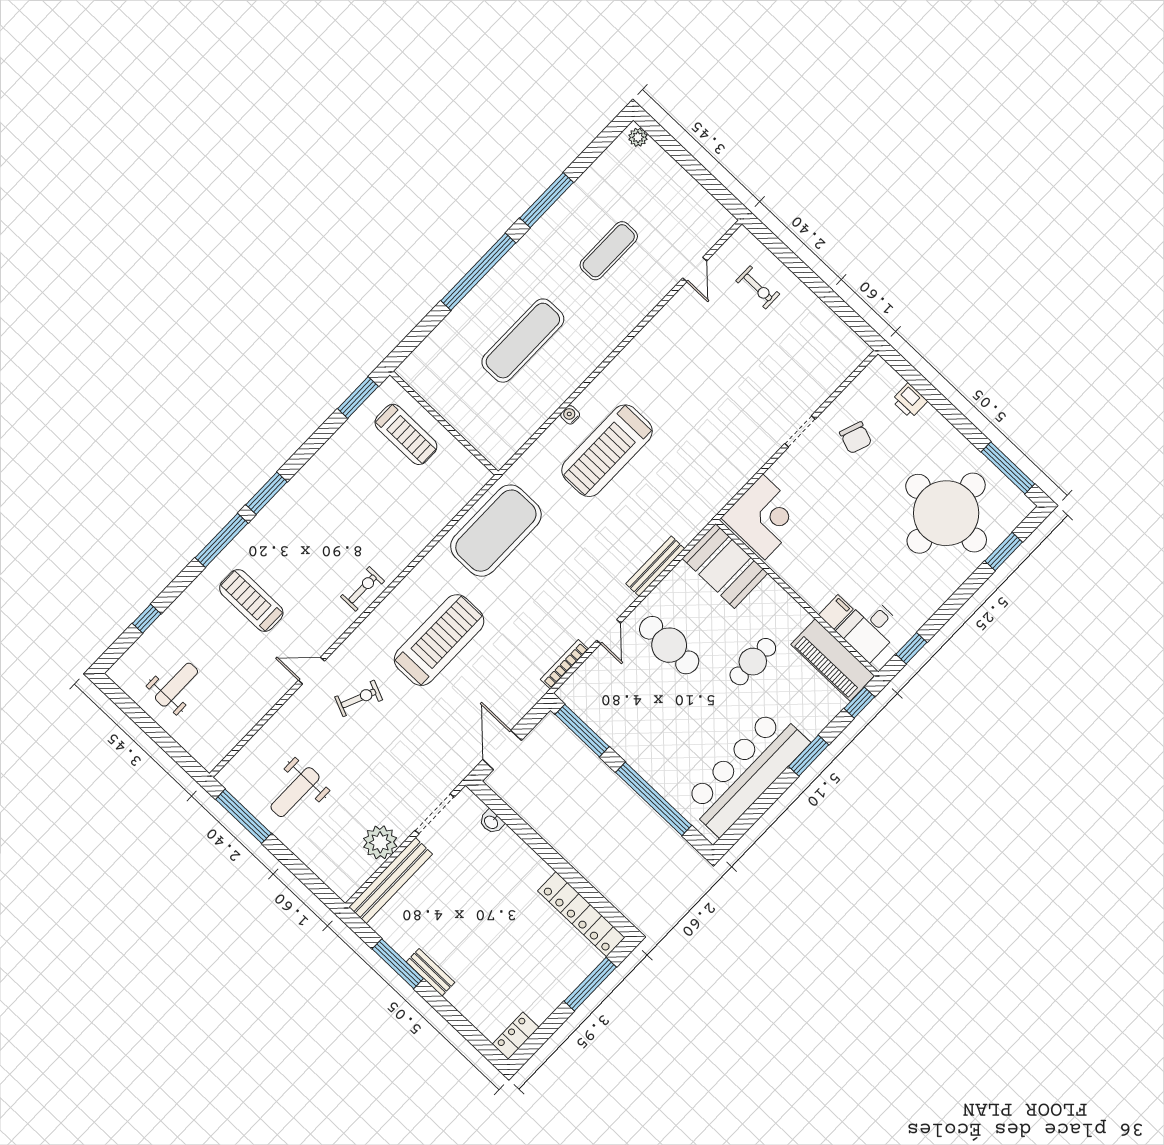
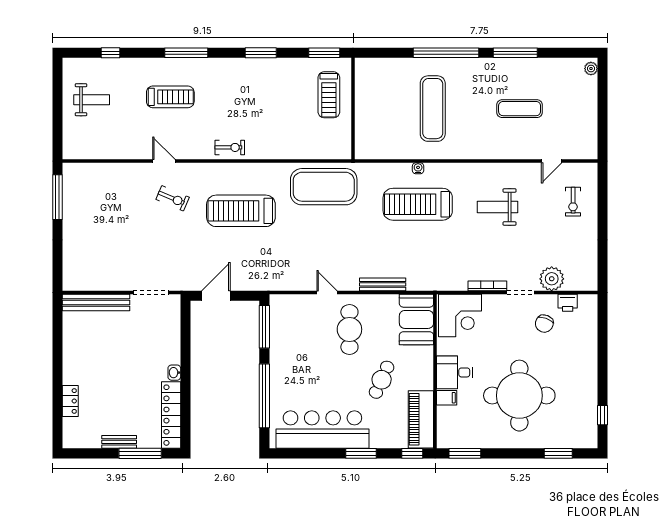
exercise mat: (523, 341) -> (433, 109), turned 90
printer: (909, 401) -> (568, 303), moved, turned -90
window: (1008, 468) -> (603, 415), width x0.46
window: (267, 493) -> (261, 53), moved
round table: (946, 513) -> (519, 396), moved
treadmill: (251, 601) -> (170, 97), turned 90
desk: (870, 629) -> (455, 372), moved
door: (609, 632) -> (327, 292), swing flipped
treadmill: (439, 640) -> (241, 211), turned 180
window: (911, 648) -> (465, 453), width x1.50
cafe table: (753, 662) -> (382, 380), turned -66
bookcase: (564, 664) -> (487, 286), moved
weight bench: (295, 792) -> (497, 207), moved
washbasin: (491, 822) -> (174, 373), moved
plant: (380, 842) -> (552, 279), moved
window: (398, 964) -> (57, 346), removed
bench: (430, 972) -> (119, 442), moved, turned 90
locker: (516, 1036) -> (70, 401), moved, turned 90

